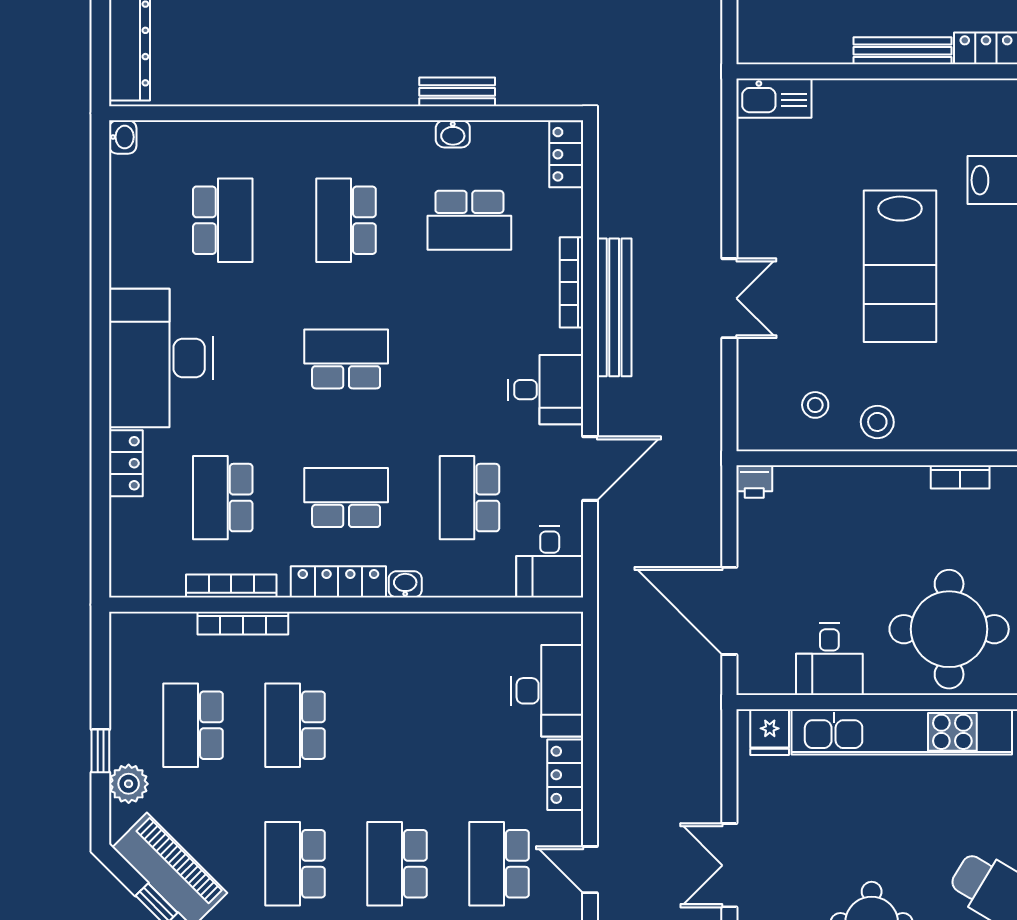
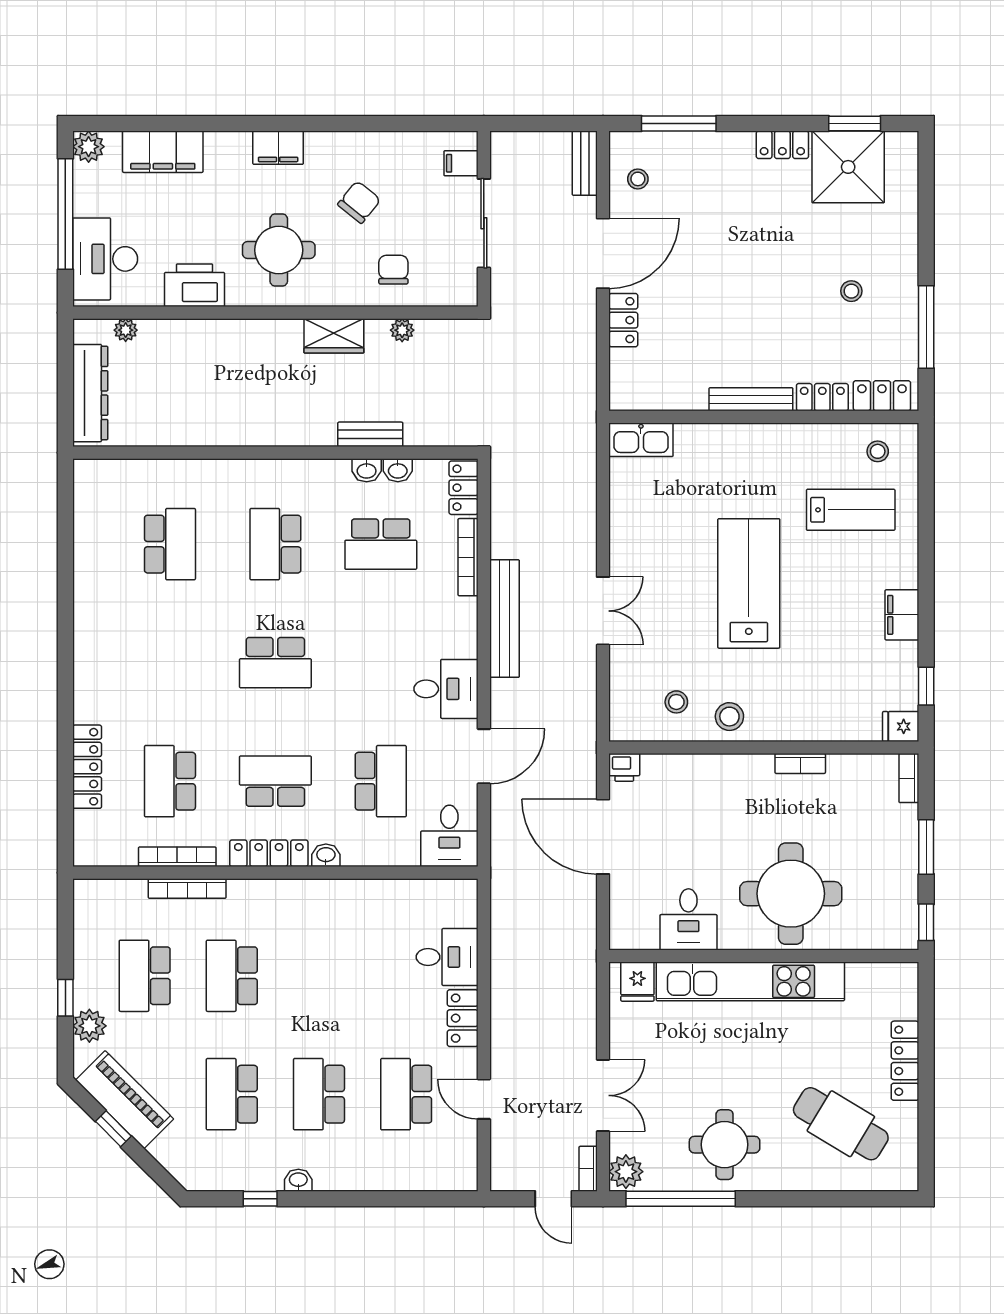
washbasin: (123, 137) -> (398, 470), moved, turned 90
lab bench: (900, 266) -> (749, 583), turned 180
bookcase: (571, 282) -> (468, 557), moved
desk: (161, 358) -> (117, 662), removed
school desk: (346, 359) -> (275, 663), turned 180
locker: (126, 463) -> (87, 767), width x1.53
school desk: (469, 498) -> (381, 781), turned 180
door: (729, 611) -> (603, 837), moved
desk: (547, 691) -> (447, 957), width x0.73
double door: (729, 865) -> (603, 1095), swing flipped

